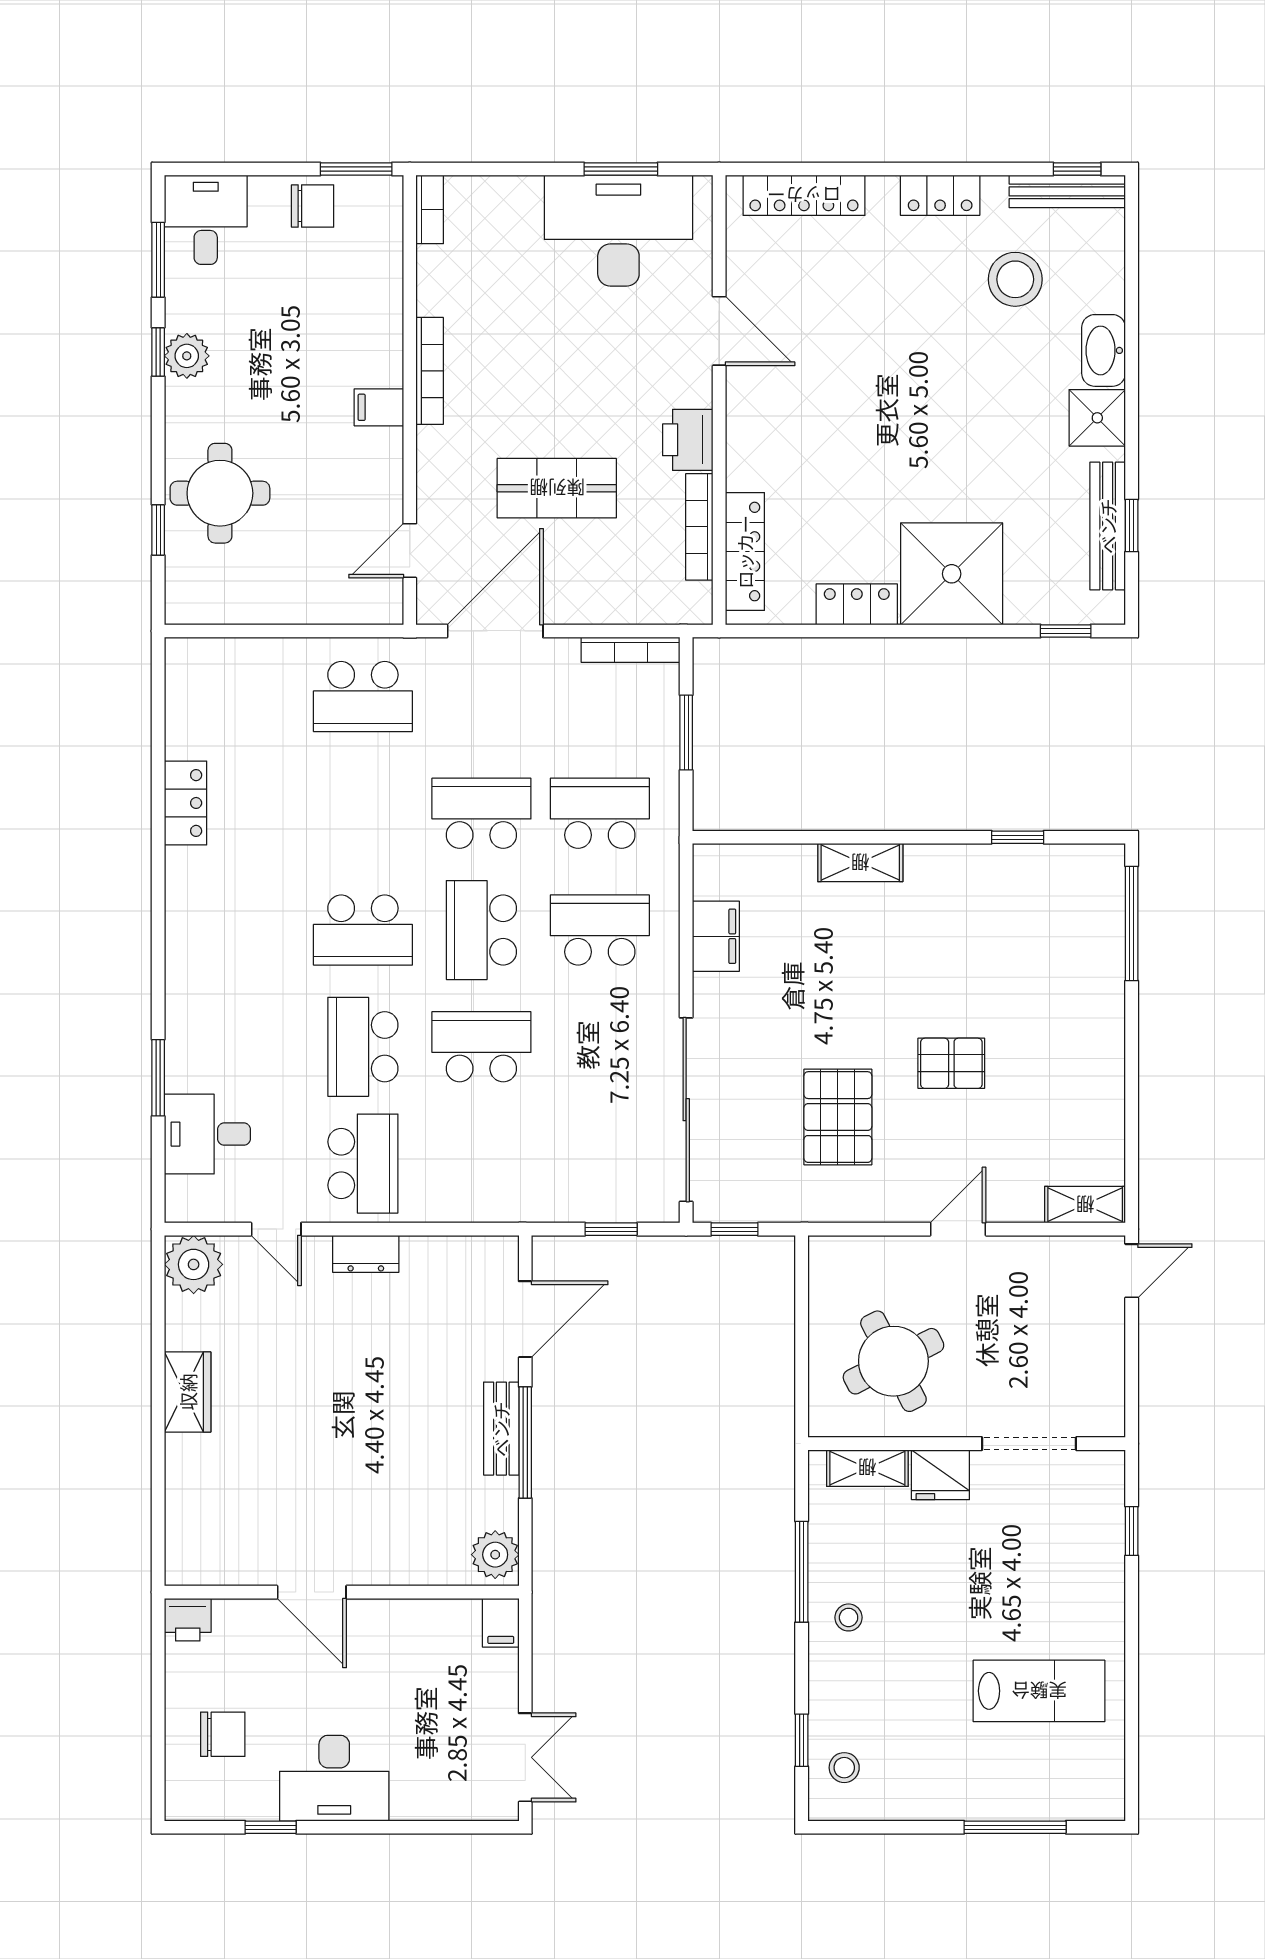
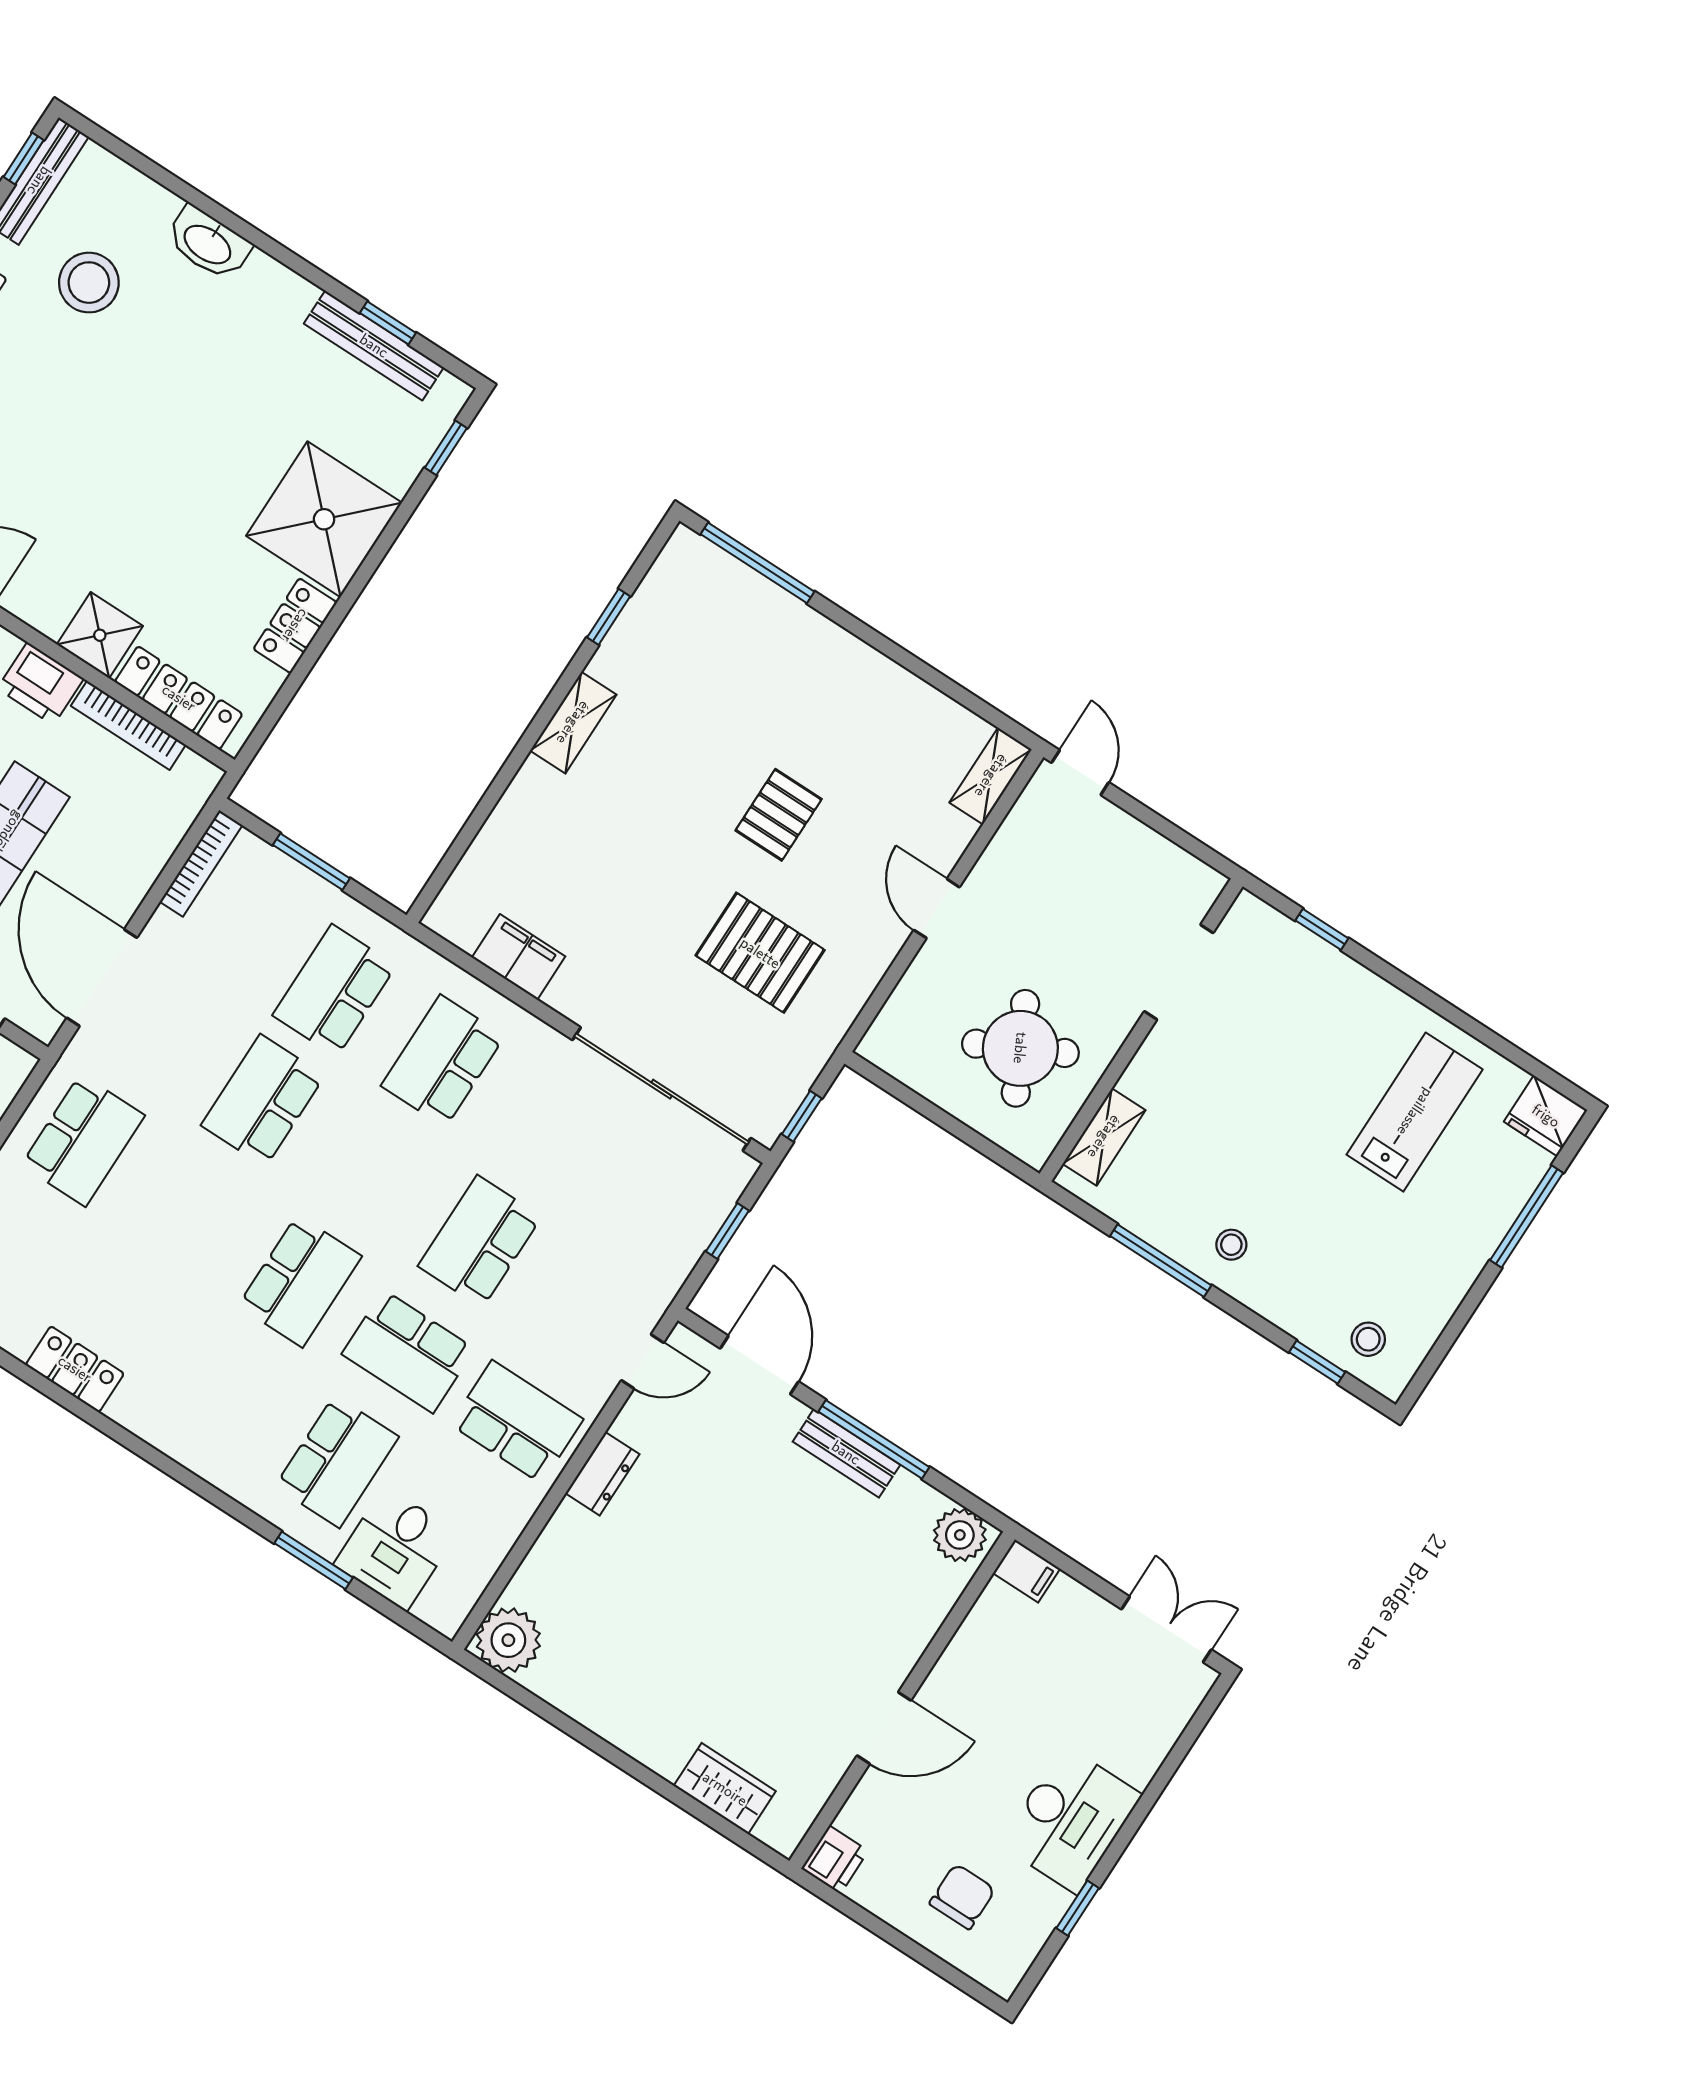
shower: (1097, 418) -> (100, 635), moved
shelving: (860, 863) -> (573, 723), moved
school desk: (481, 930) -> (337, 1462), moved, turned -90
door: (276, 1229) -> (643, 1362), moved
wardrobe: (188, 1392) -> (725, 1789), moved
fridge: (940, 1475) -> (1546, 1116), moved, turned 90

